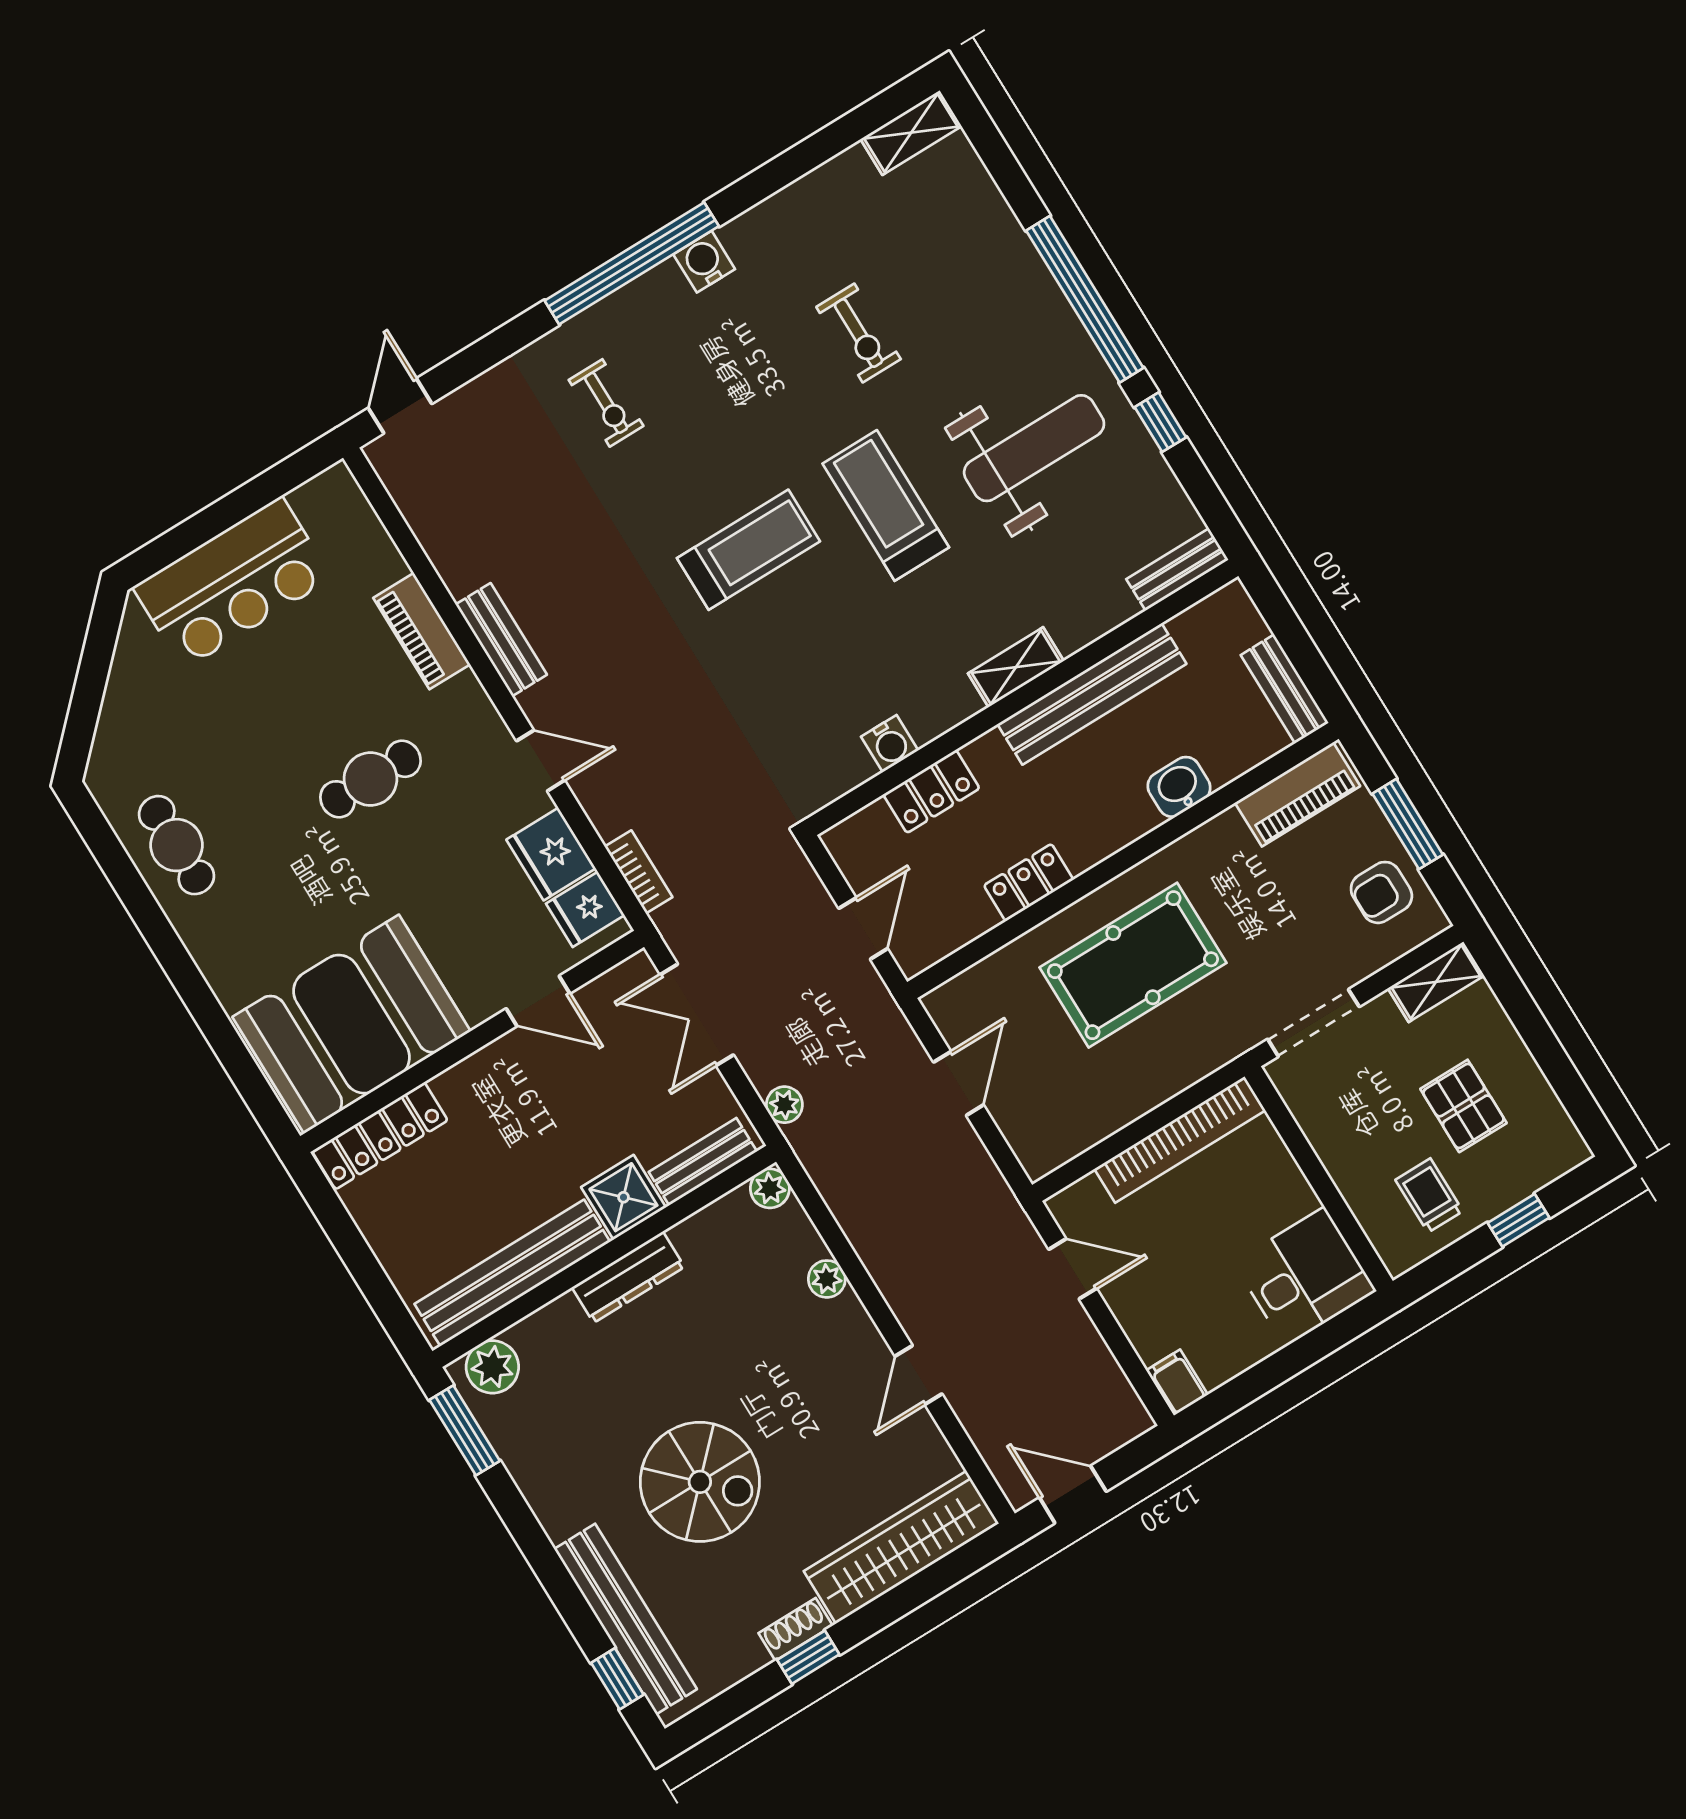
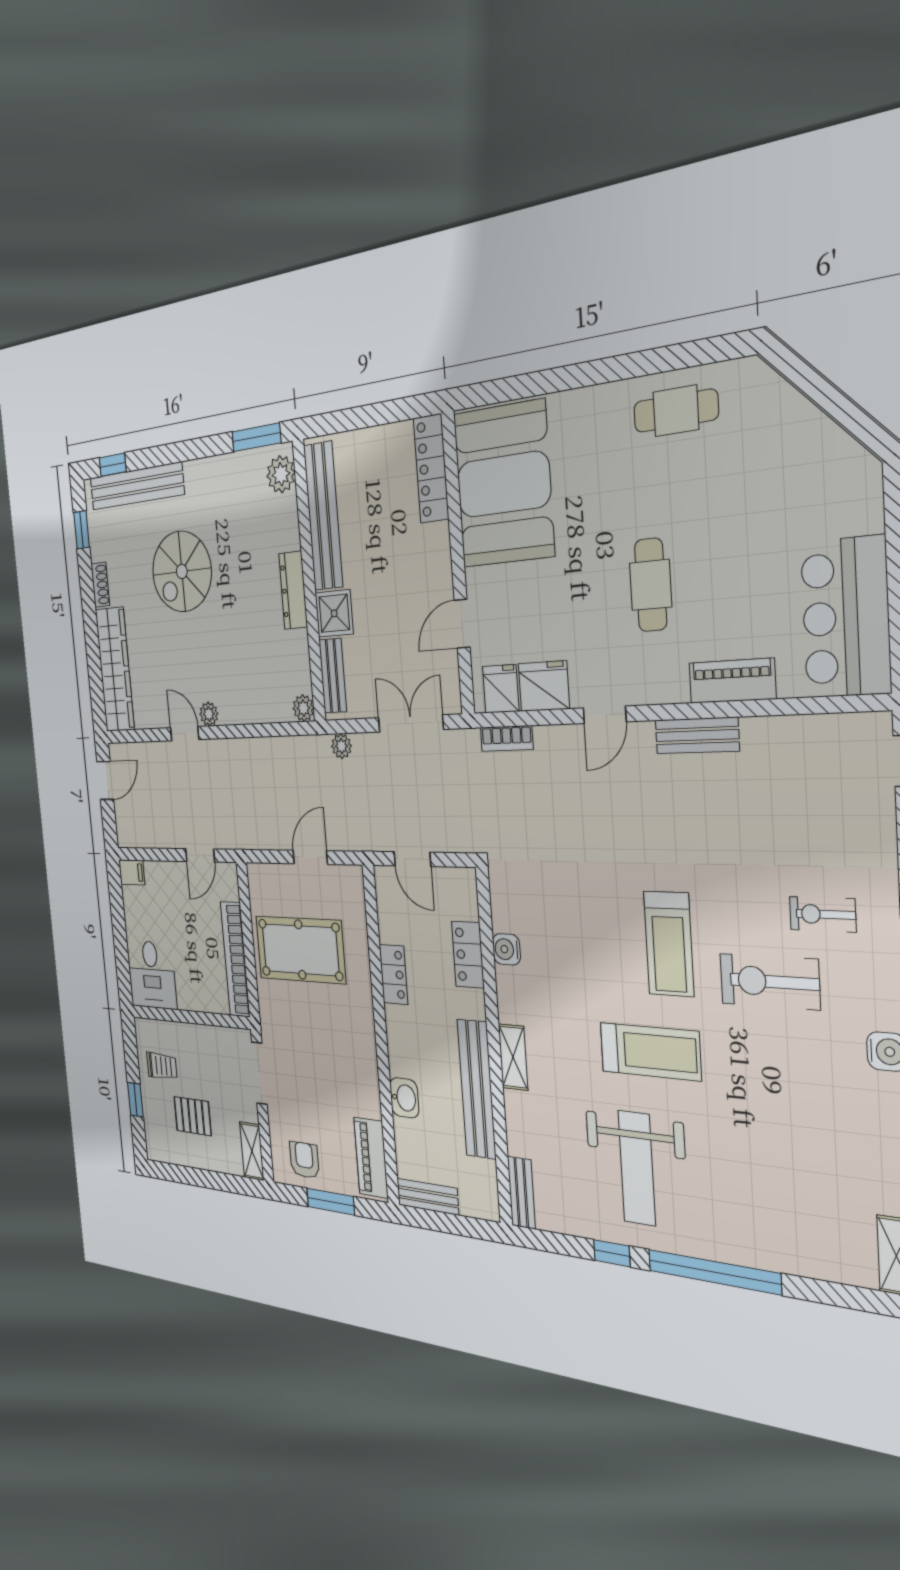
exercise bike: (859, 333) -> (770, 982), moved, width x1.38, depth x1.39
bar counter: (232, 583) -> (846, 617), moved
pool table: (1133, 965) -> (300, 950), moved, turned 90
door: (959, 1083) -> (310, 857), swing flipped
plant: (827, 1279) -> (209, 714), moved
window: (808, 1657) -> (82, 530), moved

